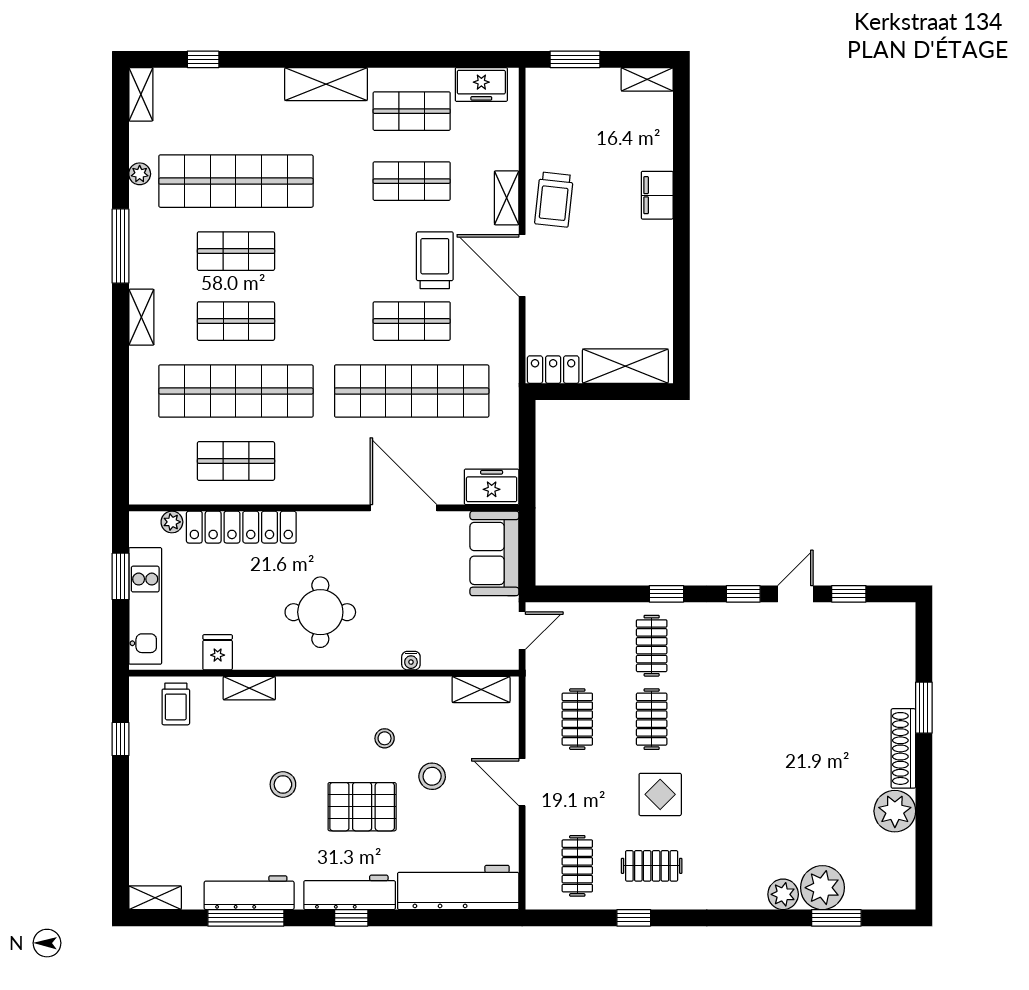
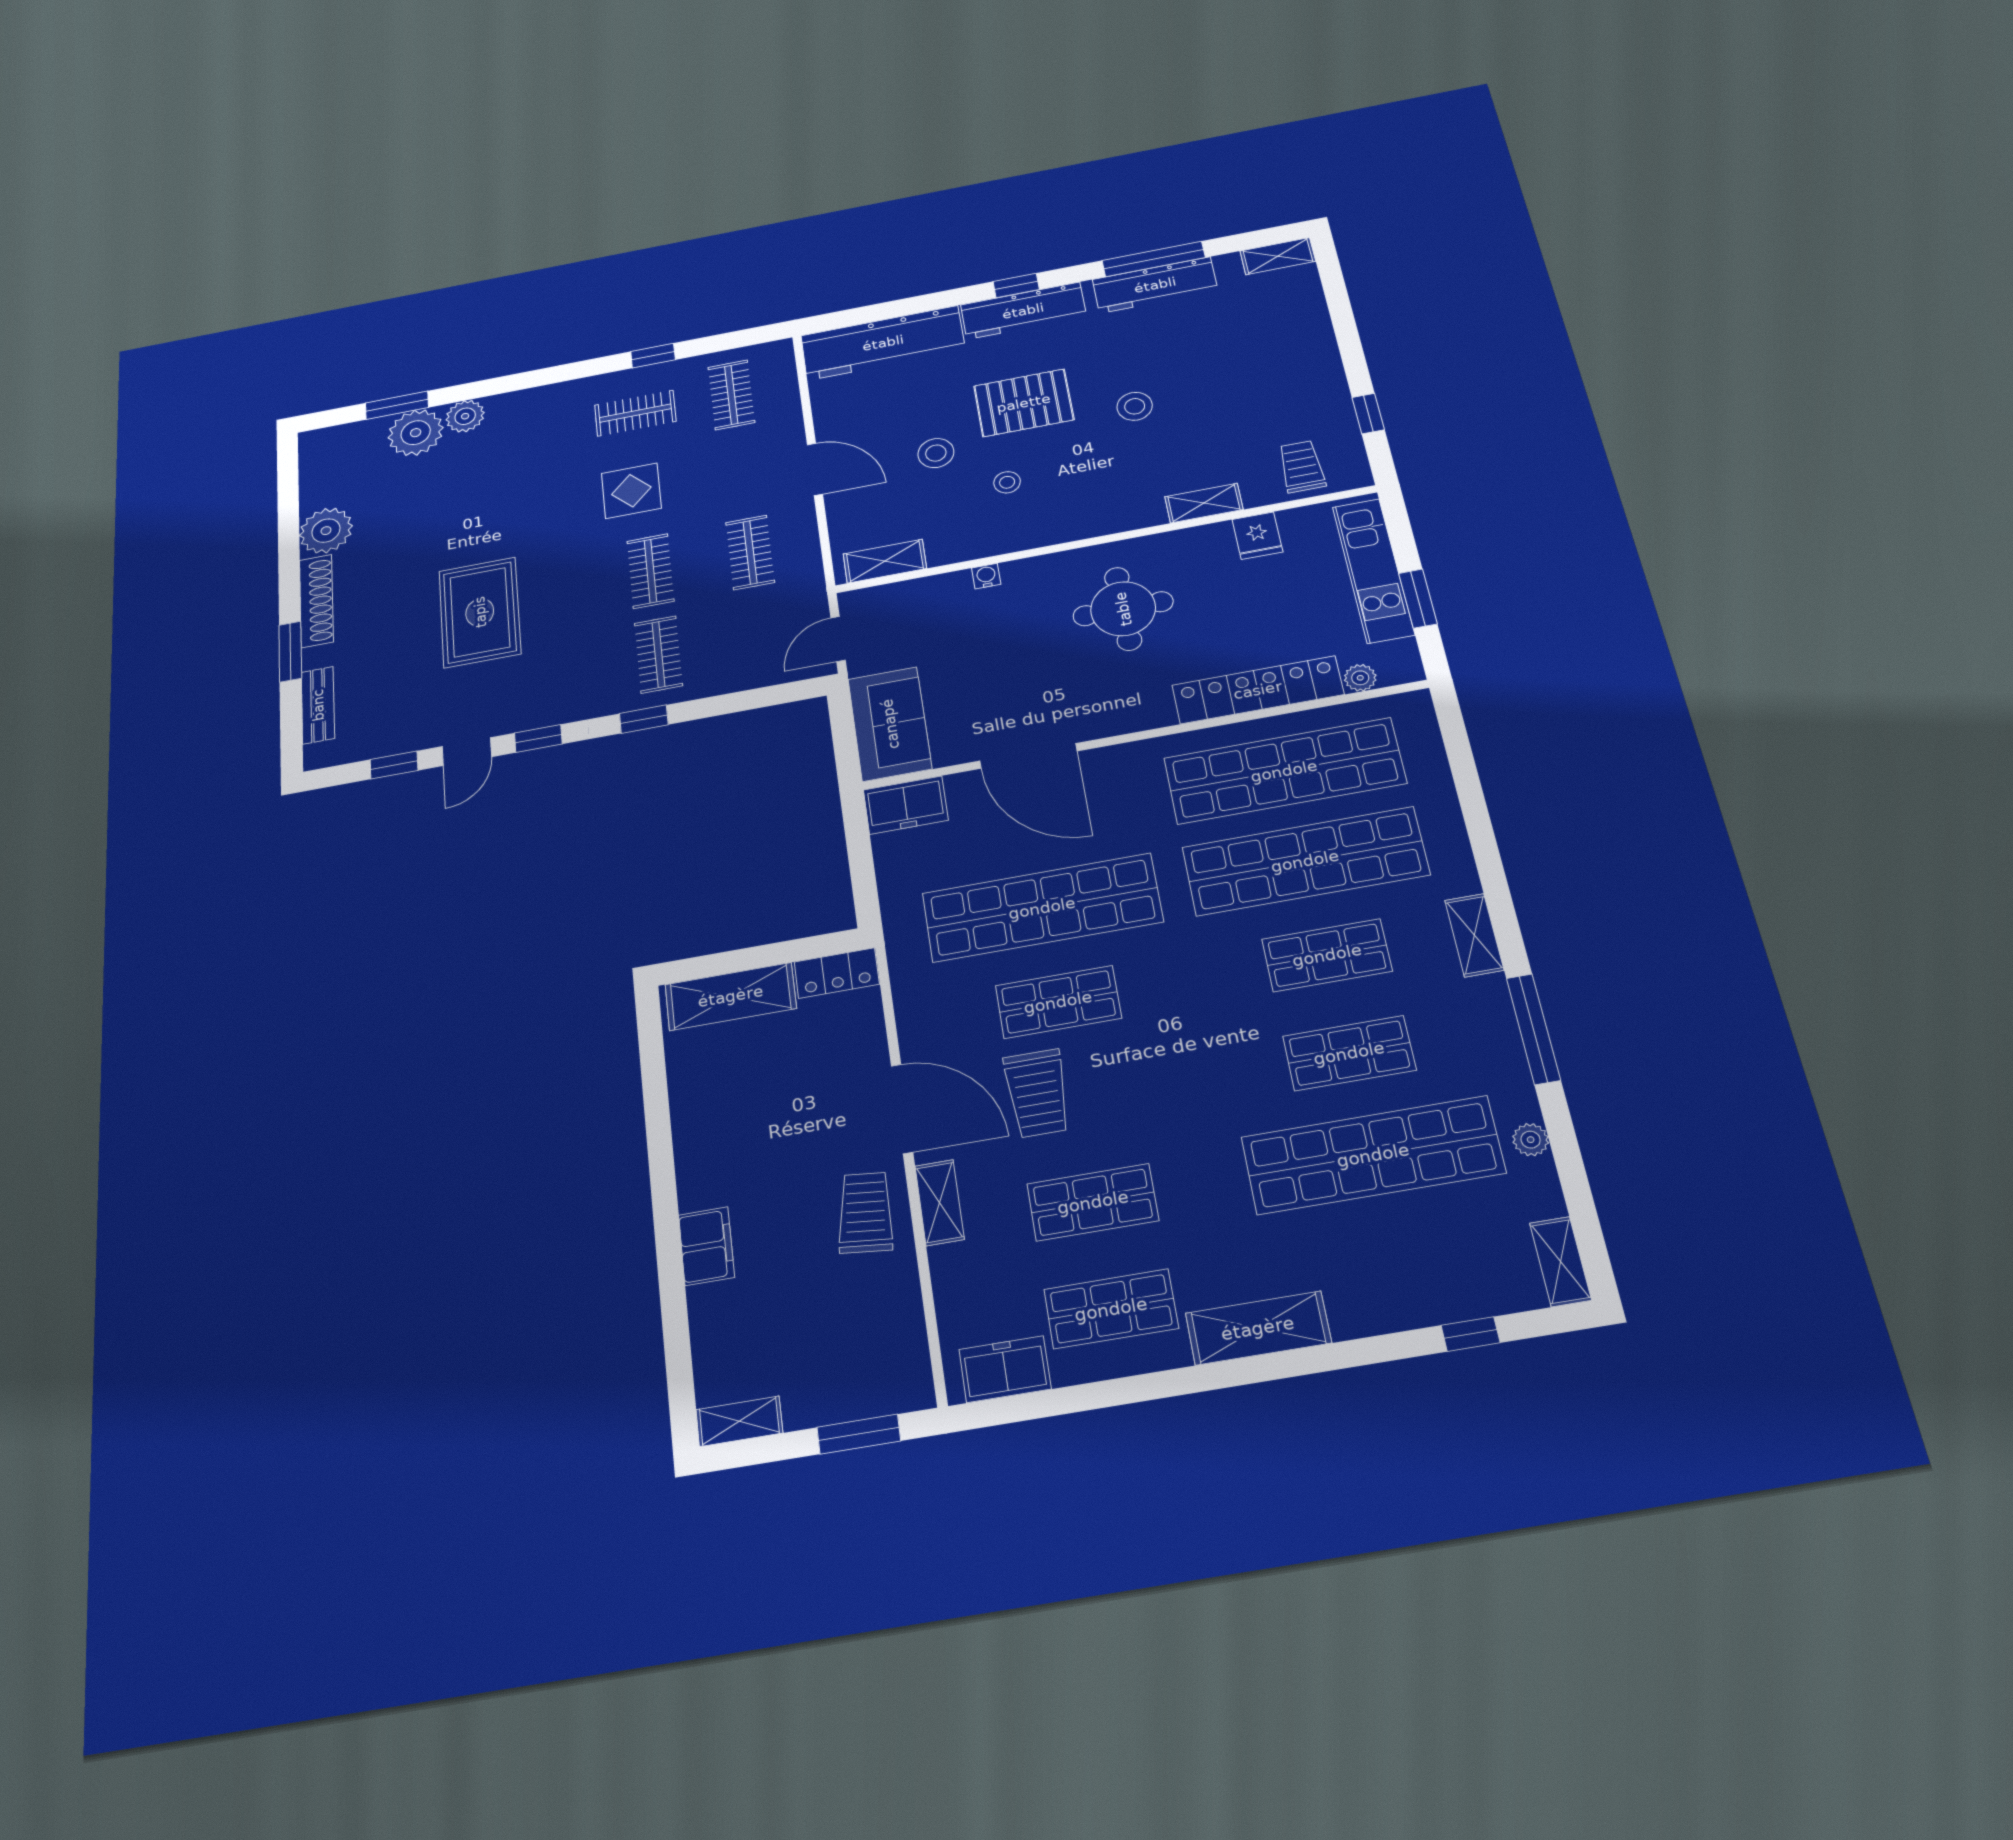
shop shelf: (236, 461) -> (1284, 771), width x2.00, depth x1.36
bench: (904, 656) -> (318, 705), added
rug: (780, 711) -> (480, 612), added

